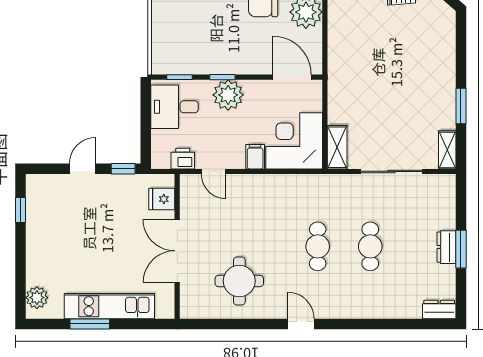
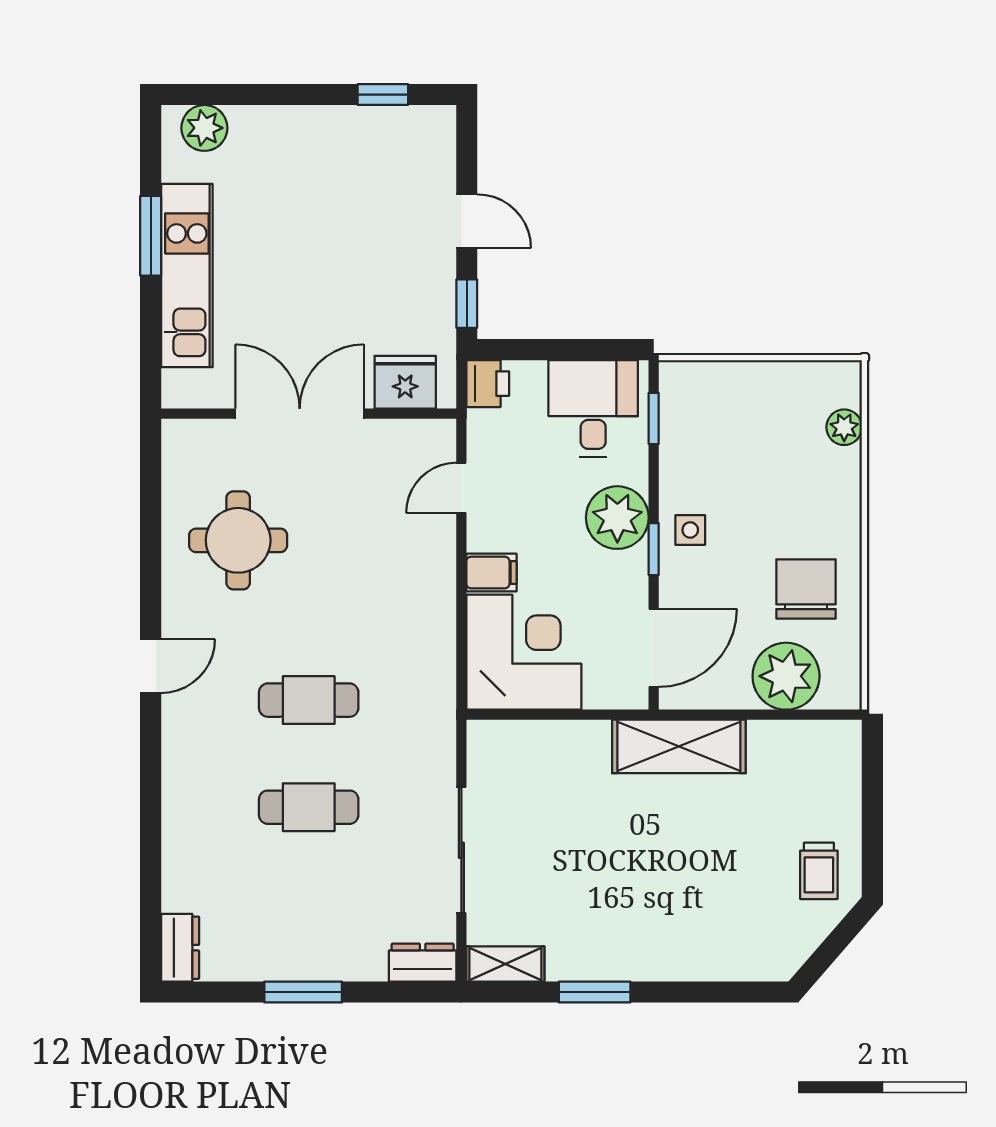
side table: (234, 59) -> (690, 530), added
window: (222, 77) -> (654, 549), moved
shelving: (337, 147) -> (679, 746), moved, width x1.50, depth x1.33
printer: (183, 159) -> (488, 384), moved
fridge: (162, 199) -> (405, 382), width x1.38
dresser: (446, 247) -> (423, 963), moved

